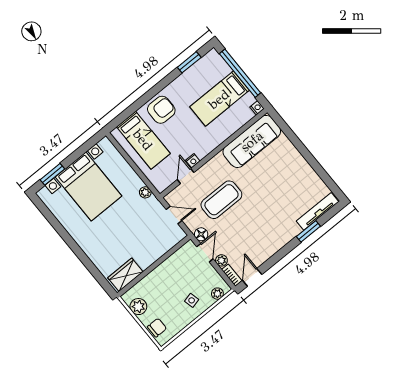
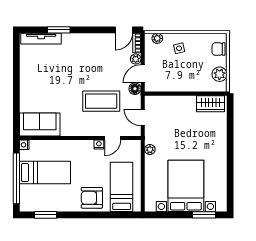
sofa: (252, 141) -> (40, 124), width x0.73

